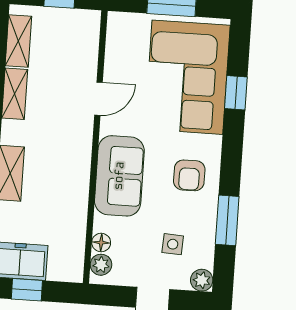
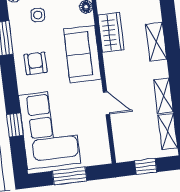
door: (98, 99) -> (106, 103), swing flipped
wardrobe: (72, 199) -> (111, 32), added

